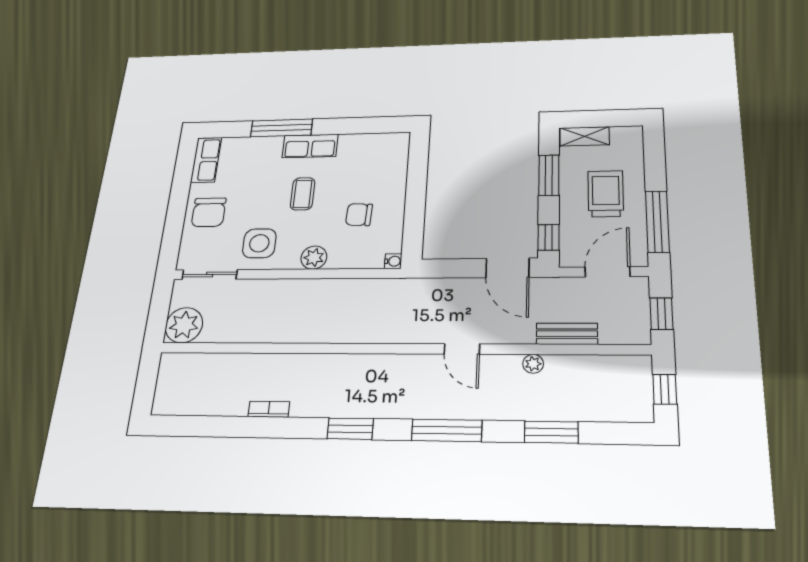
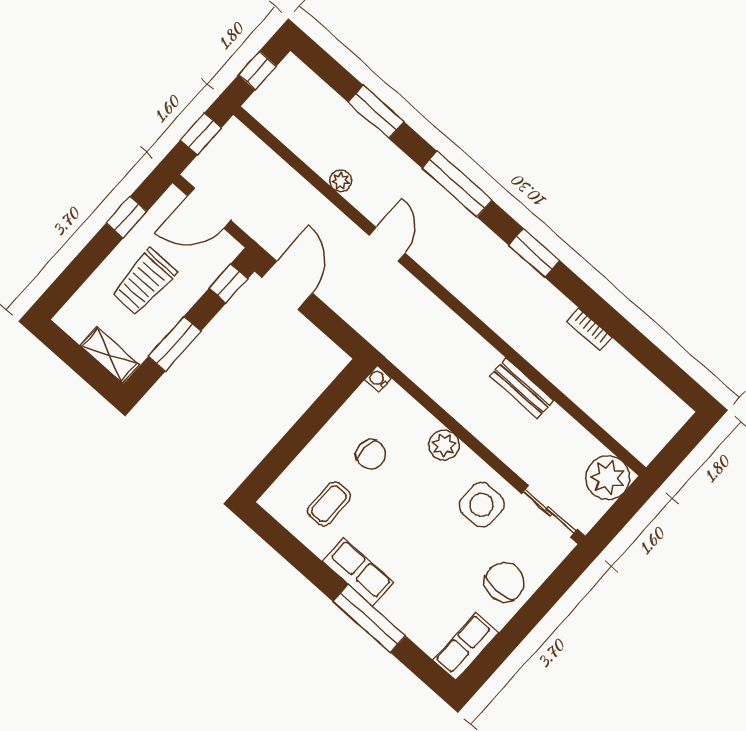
coffee table: (303, 194) -> (329, 504), moved
window: (657, 221) -> (127, 217), width x0.46
bench: (567, 334) -> (522, 388), moved

